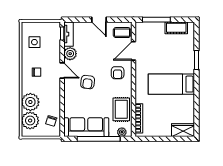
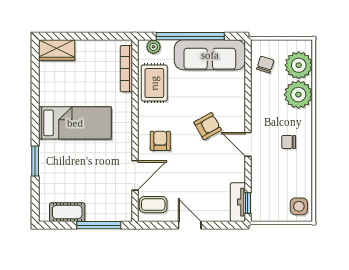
side table: (34, 42) -> (299, 206), moved
plant: (70, 54) -> (235, 171), removed
armchair: (88, 82) -> (208, 126), turned 54

